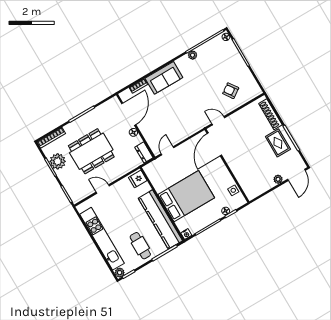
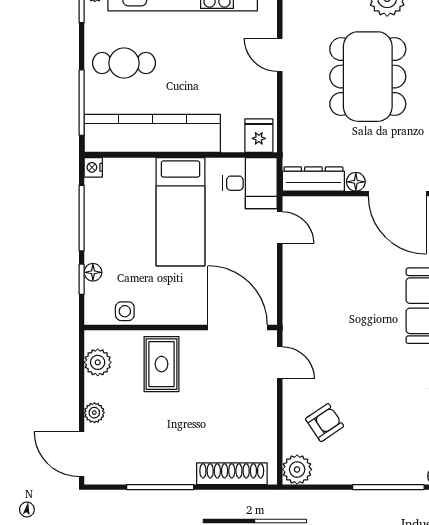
plant: (254, 91) -> (297, 469), added
door: (218, 121) -> (280, 363), hinge flipped
rug: (278, 143) -> (161, 364), moved, turned 90
dresser: (144, 152) -> (313, 179), width x1.44
desk: (157, 172) -> (250, 183), added
door: (103, 189) -> (280, 55), swing flipped
plant: (258, 189) -> (98, 362), added
bed: (186, 196) -> (180, 212), width x0.67

